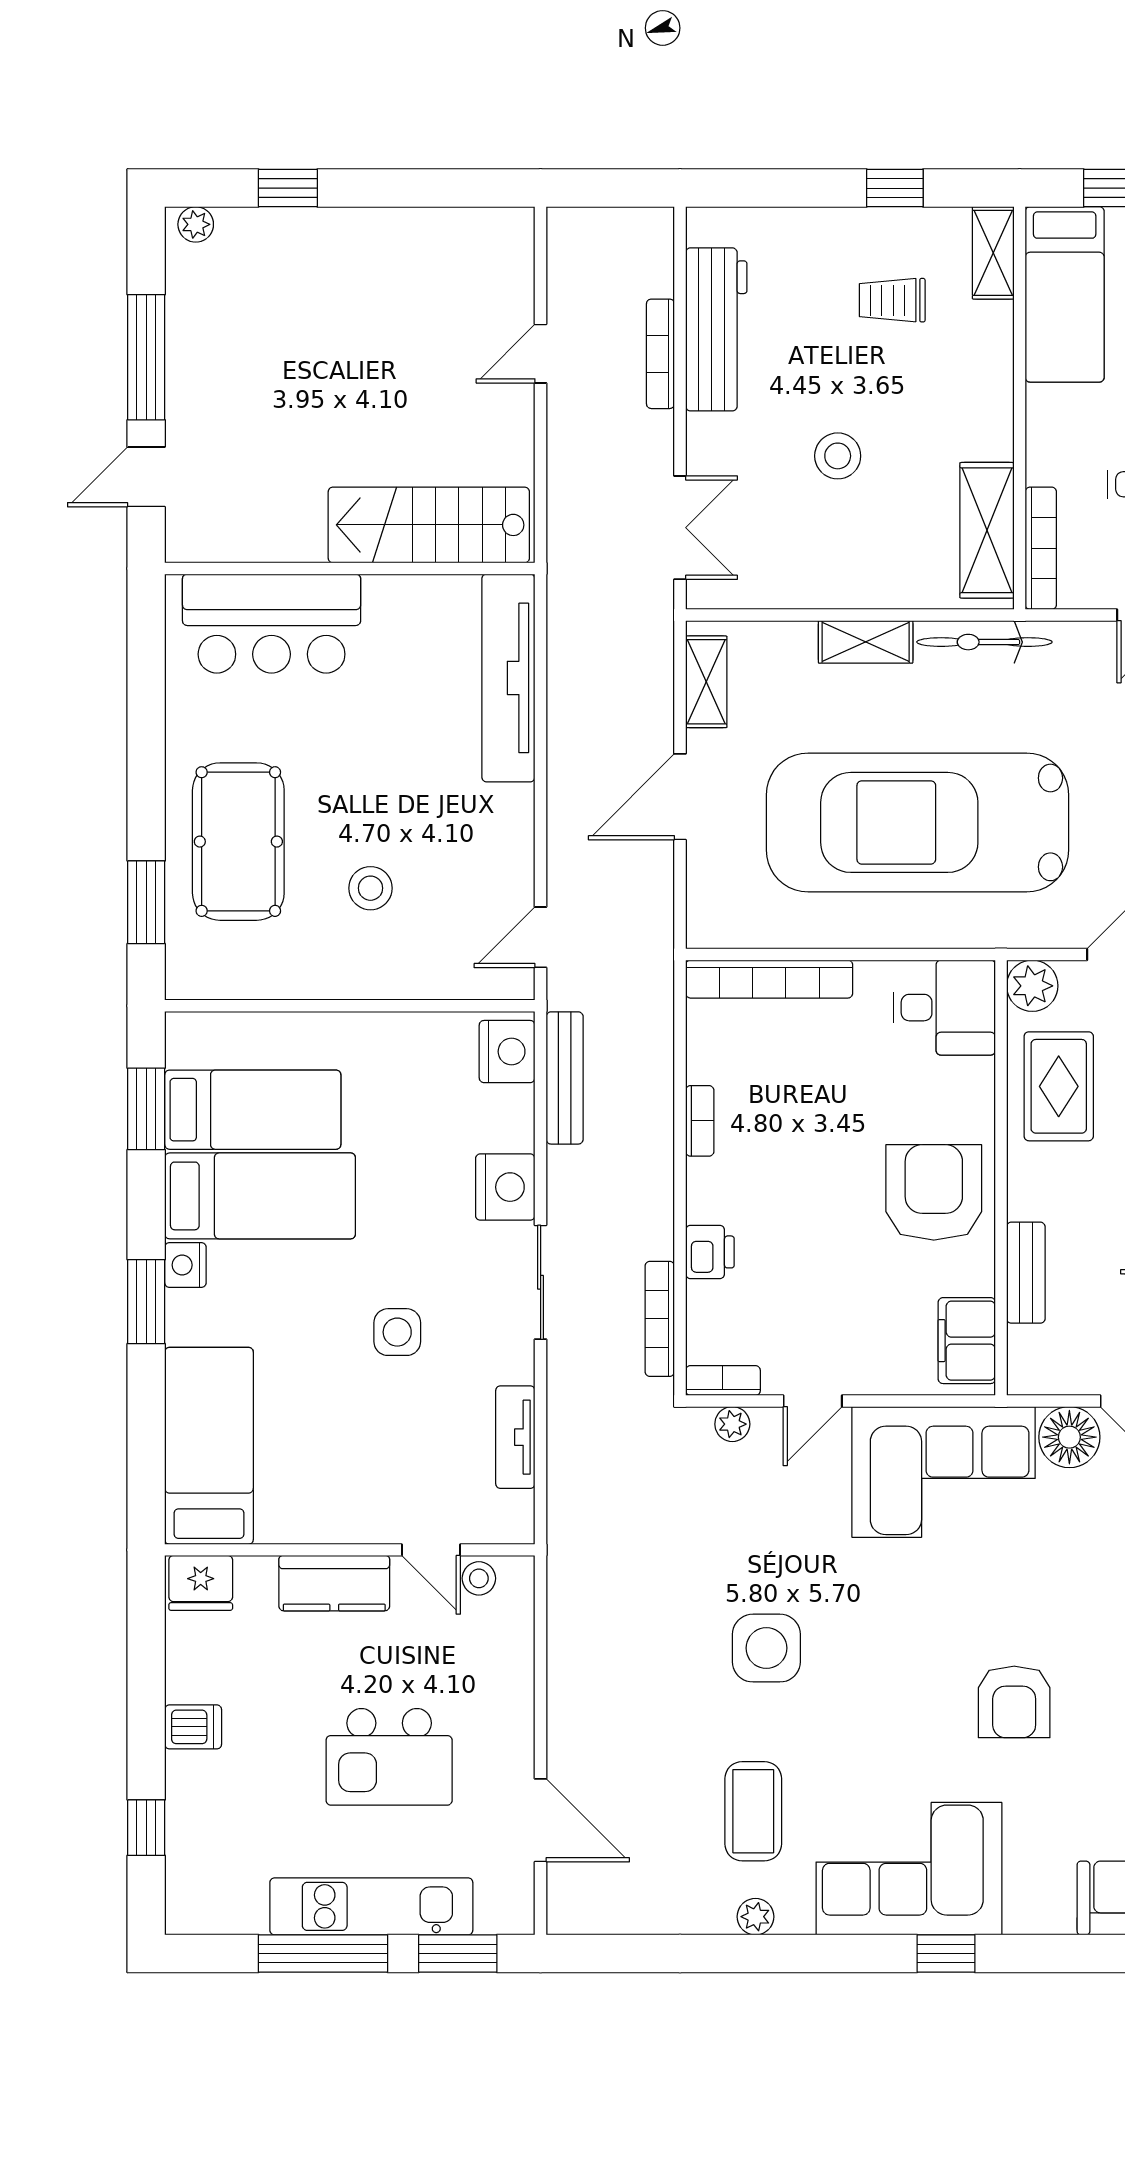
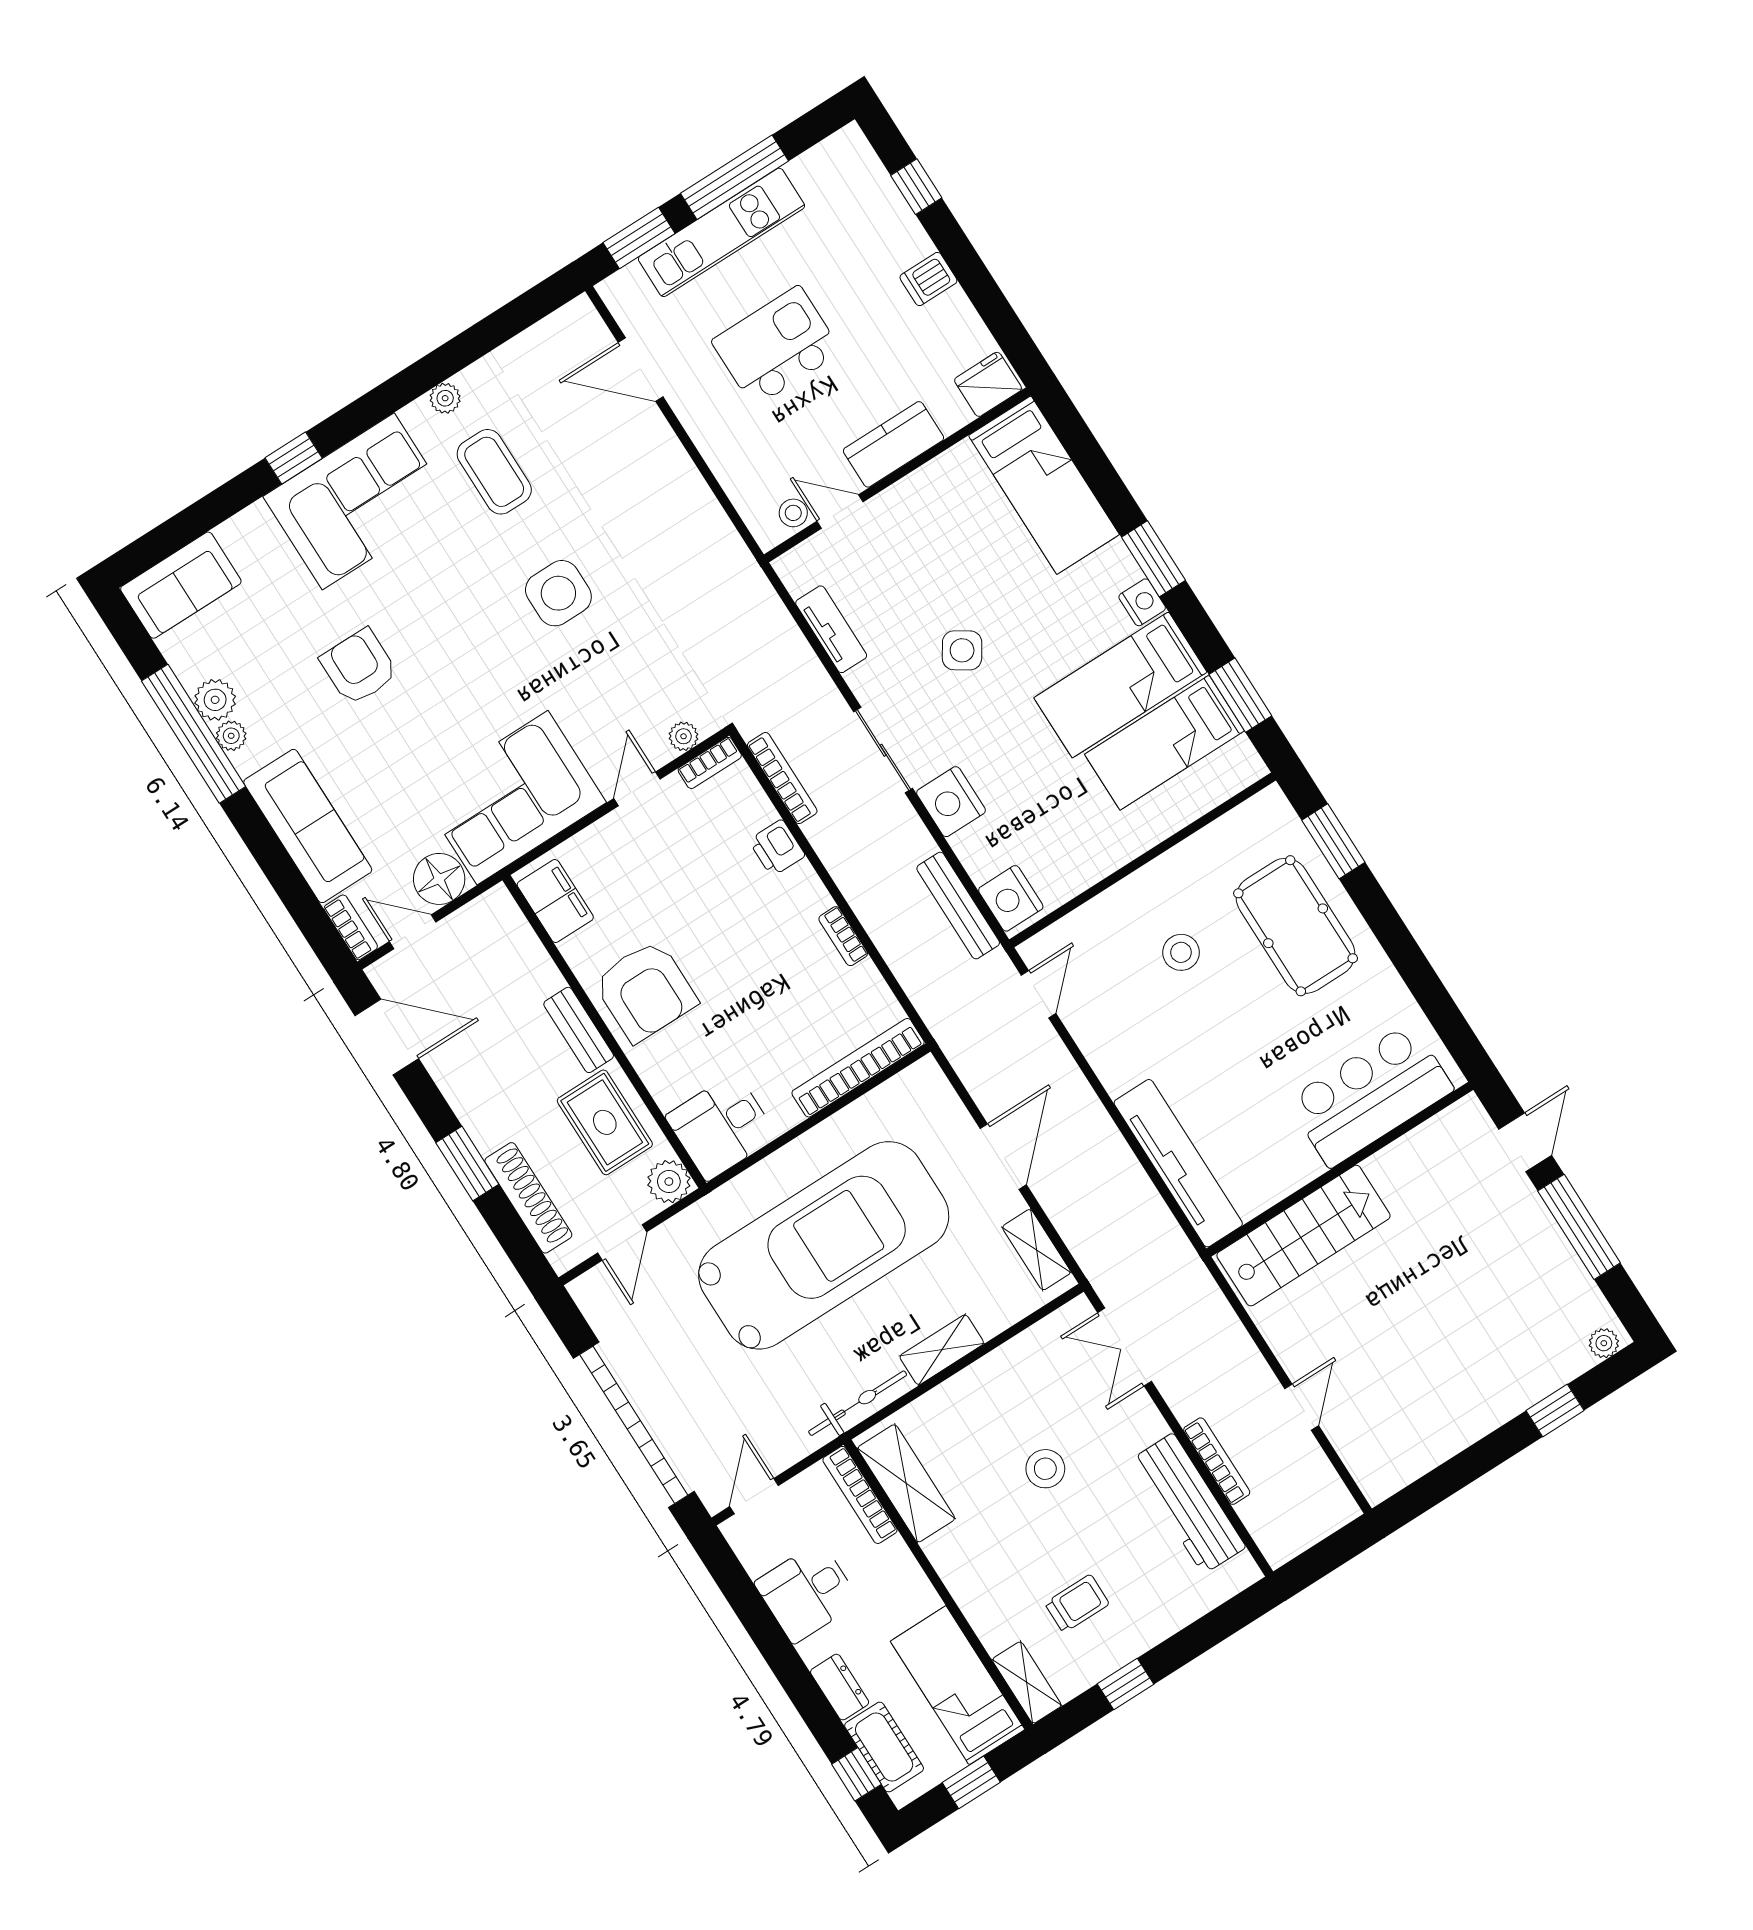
bench: (1026, 1273) -> (579, 1030), moved
side table: (397, 1332) -> (962, 650), turned 33

